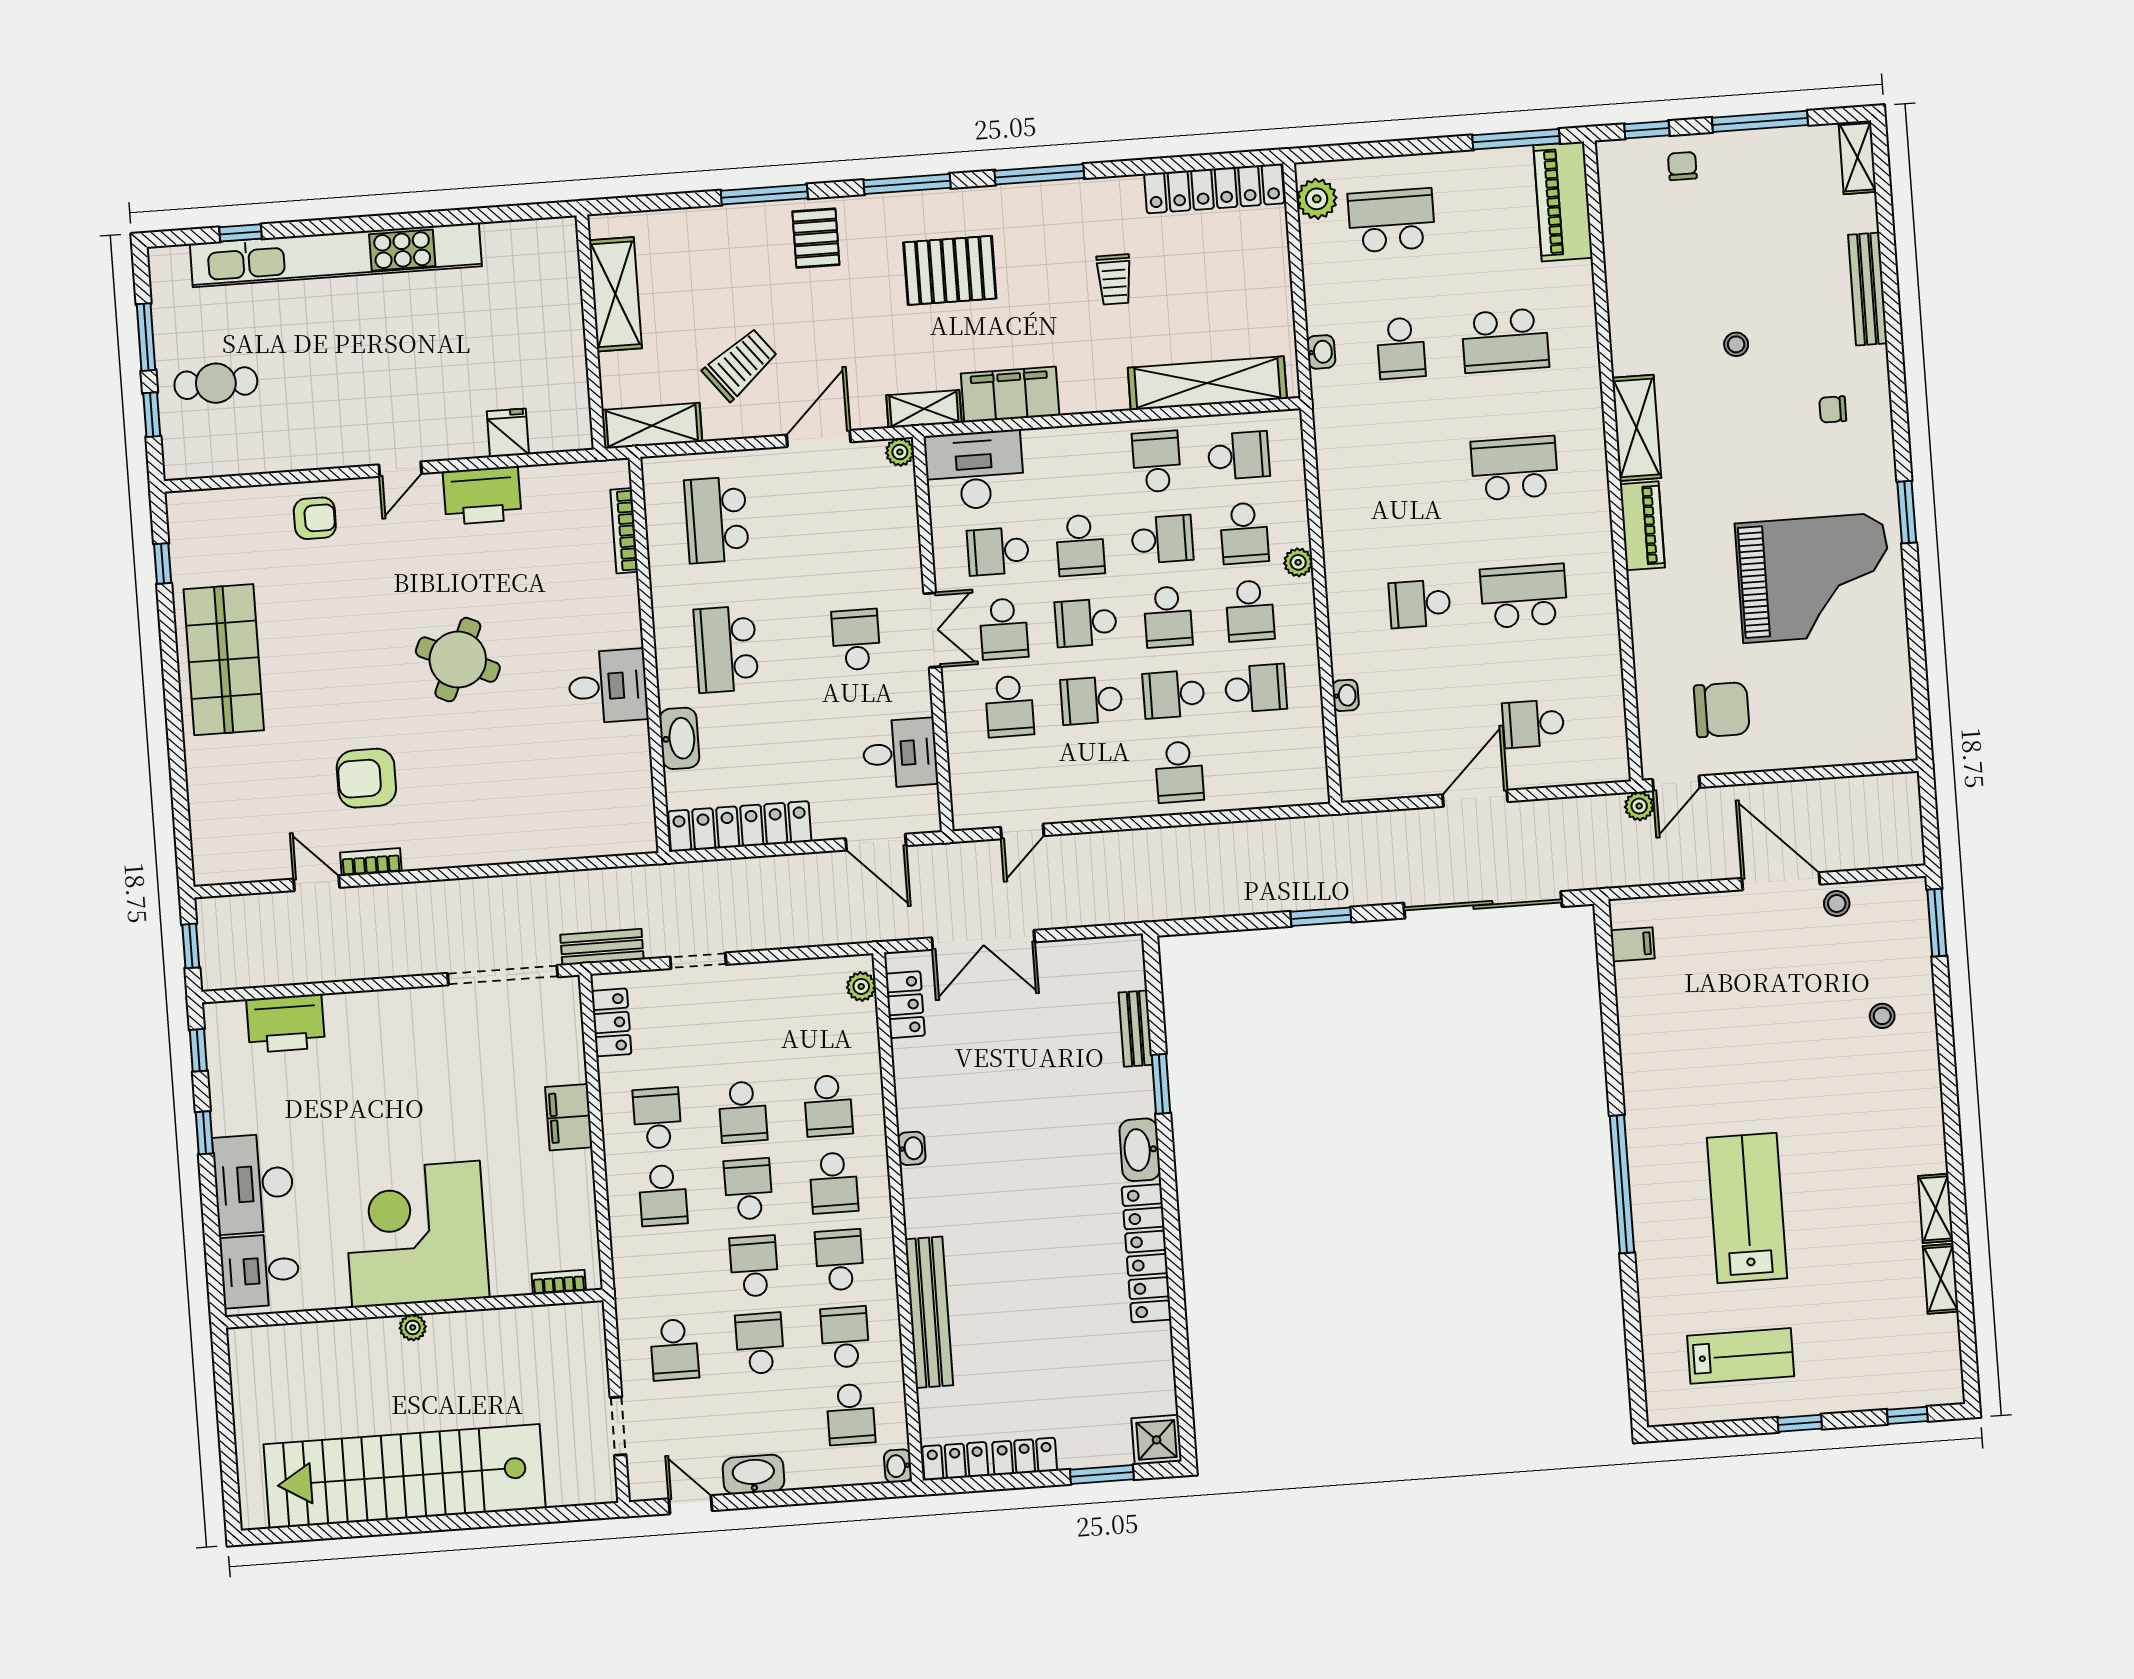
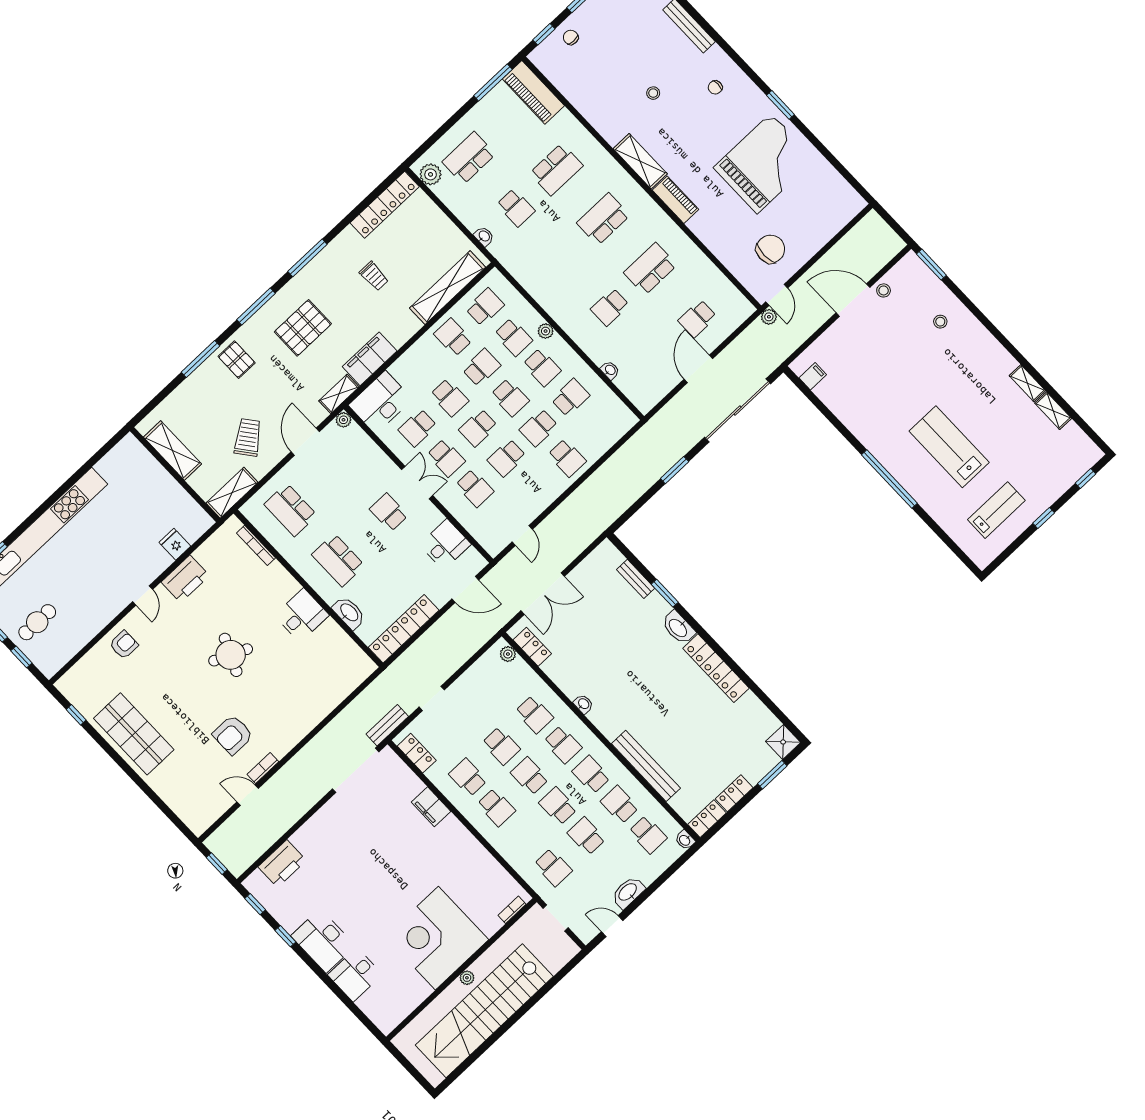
corner desk: (416, 1234) -> (437, 938), moved
bookcase: (559, 1282) -> (512, 910), moved
wall: (414, 1309) -> (461, 969), moved
plant: (413, 1327) -> (467, 978), moved

